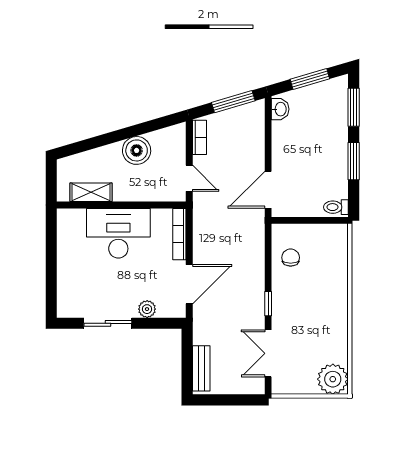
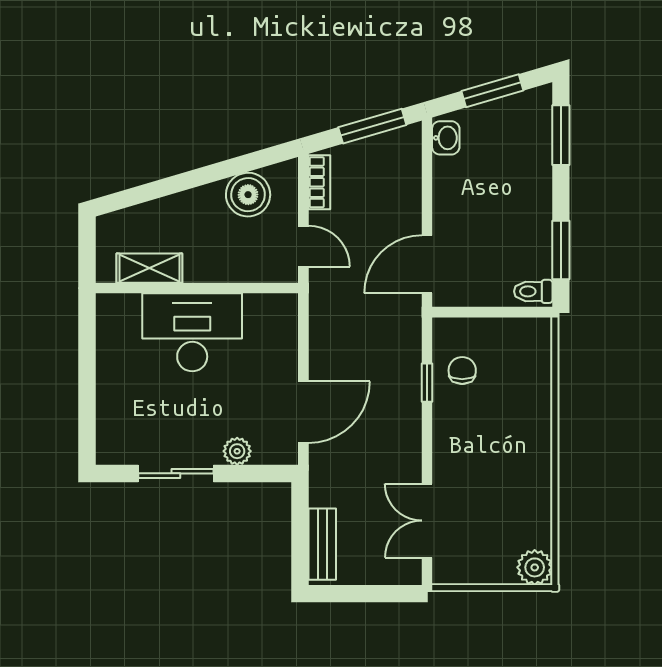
boiler: (137, 150) -> (248, 195), moved
window: (354, 161) -> (561, 250), moved
bookcase: (179, 234) -> (288, 334), removed
window: (268, 304) -> (427, 383), moved
plant: (333, 379) -> (535, 567), width x0.73, depth x0.73

